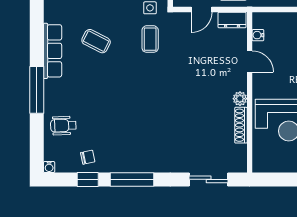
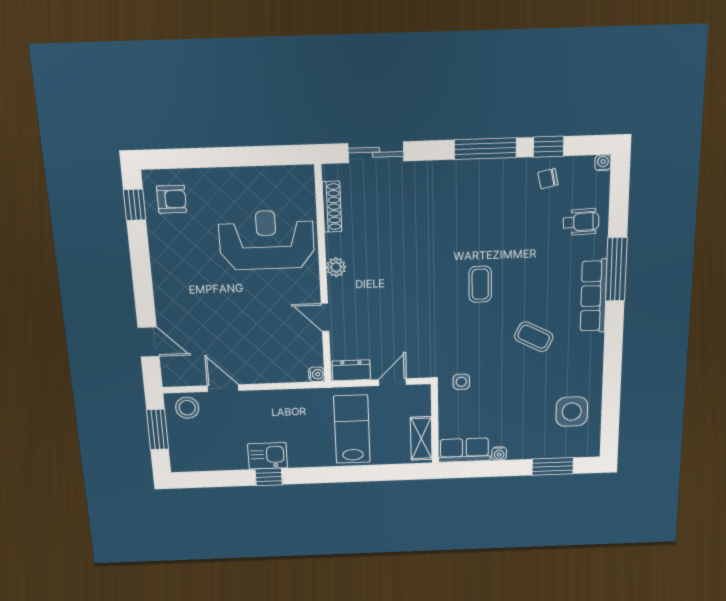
water cooler: (258, 35) -> (317, 374), moved
coffee table: (150, 39) -> (480, 284), moved
row of seats: (53, 51) -> (594, 296), moved
shoe rack: (241, 125) -> (332, 207), moved

